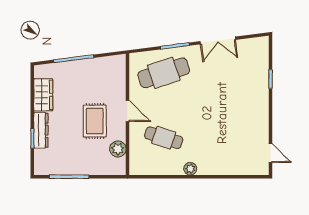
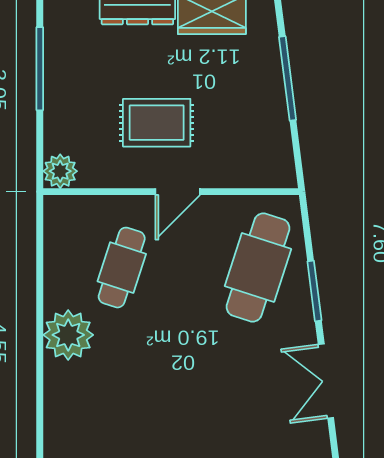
cafe table: (164, 73) -> (258, 268), turned 36
plant: (118, 149) -> (60, 171), moved
plant: (190, 169) -> (68, 335), width x1.88, depth x1.88

